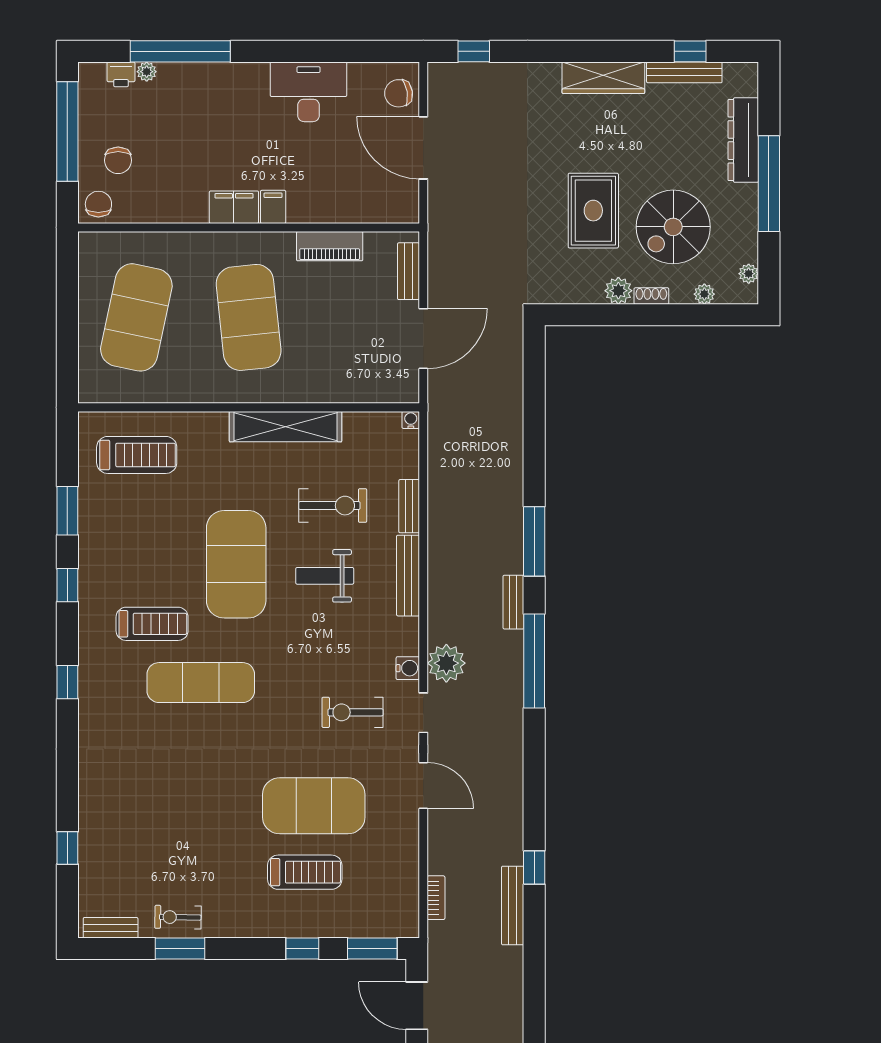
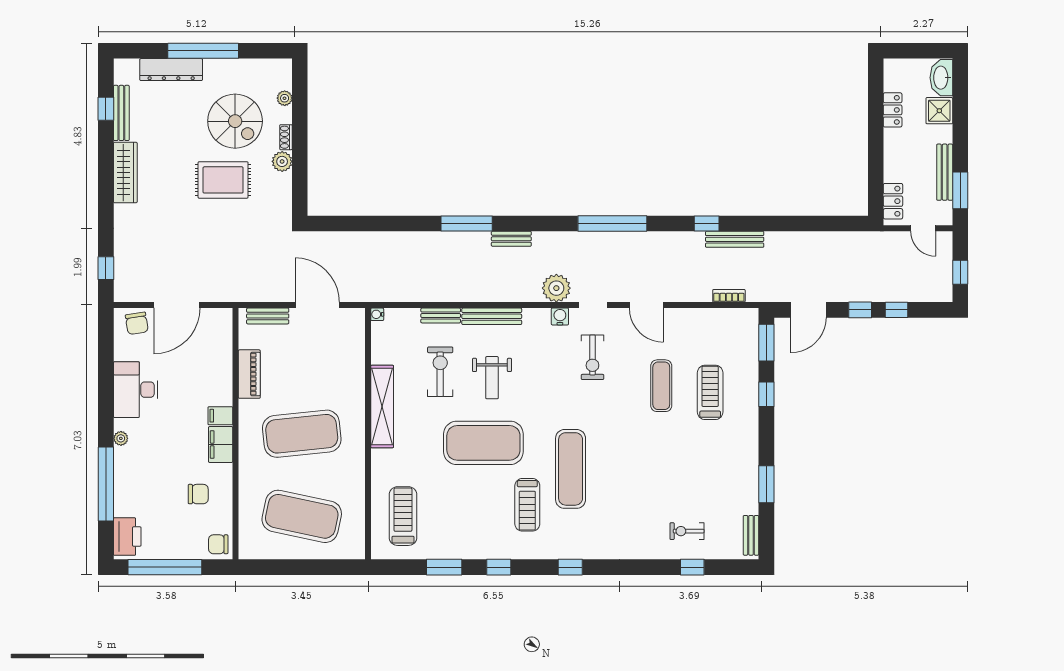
plant: (147, 72) -> (121, 438), moved
printer: (121, 74) -> (127, 537), width x1.87, depth x1.48
chair: (118, 160) -> (198, 494), moved
plant: (749, 274) -> (270, 66), removed
treadmill: (152, 624) -> (527, 505), turned 180
window: (534, 661) -> (612, 224), moved
door: (423, 785) -> (646, 305), swing flipped
exercise mat: (314, 806) -> (661, 386), width x0.50, depth x0.69
exercise bike: (178, 917) -> (687, 531), moved, turned 89

